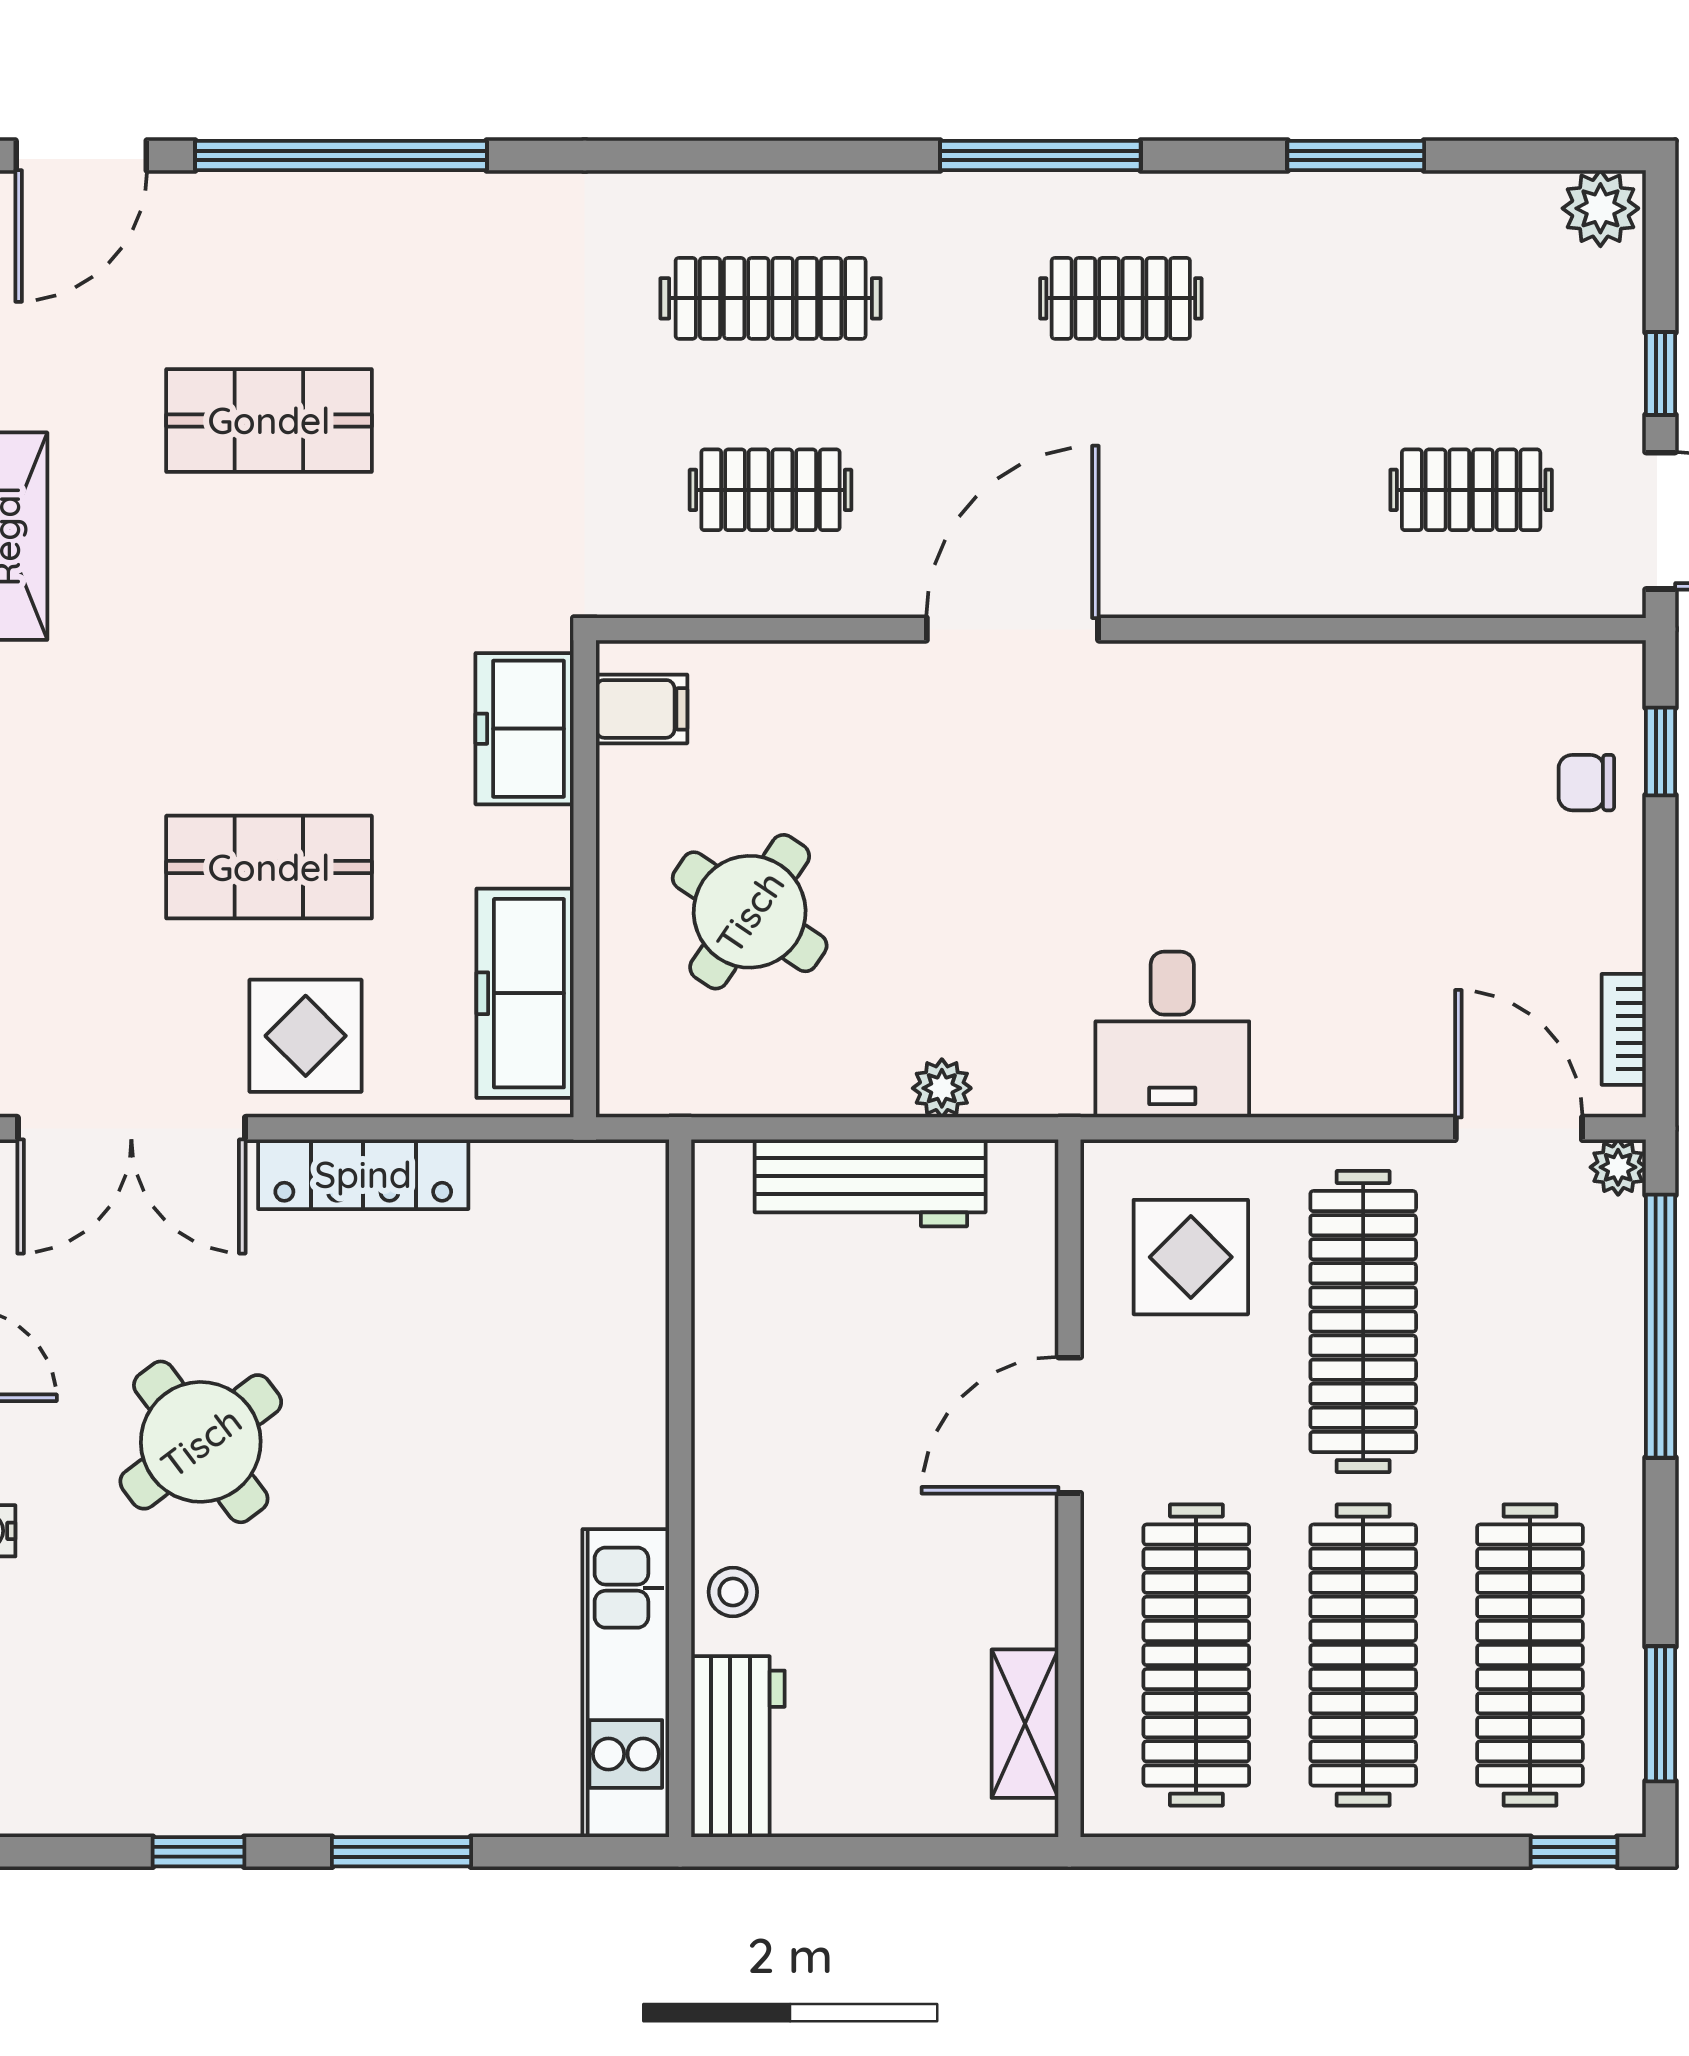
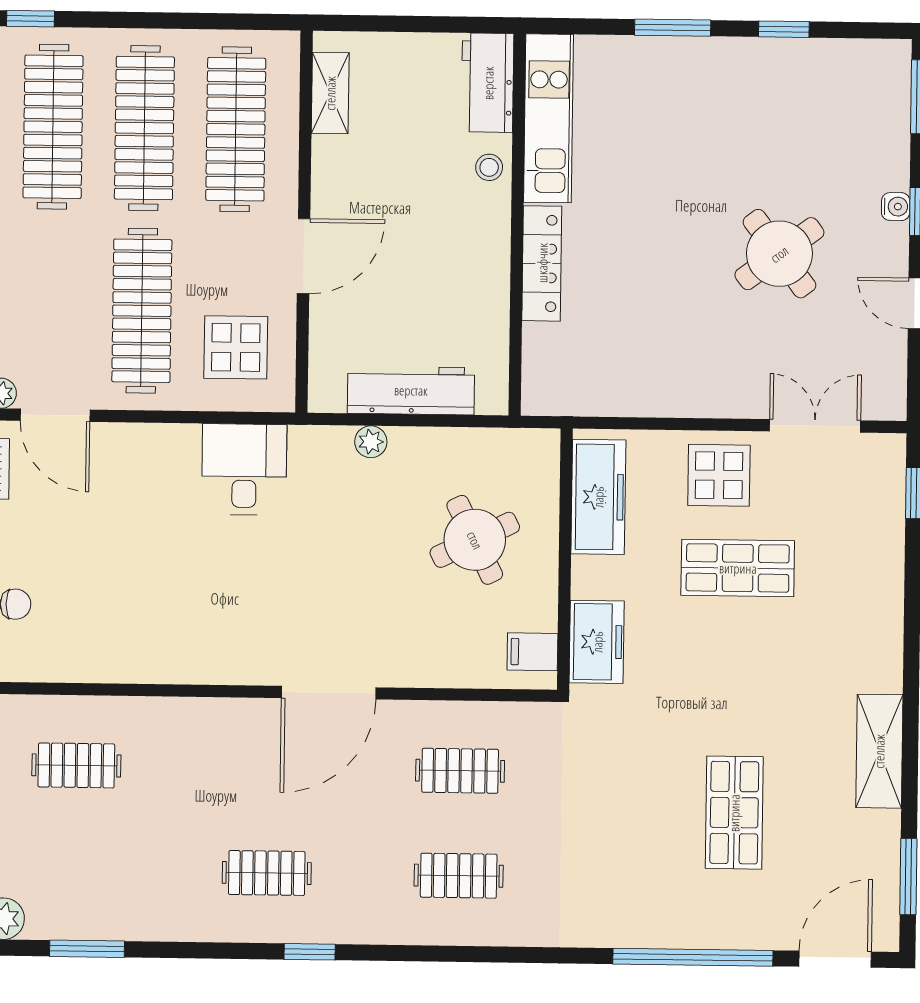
window: (1040, 155) -> (310, 952), width x0.46
window: (1356, 155) -> (87, 949), moved
clothes rail: (771, 298) -> (459, 876), width x0.73
shop shelf: (269, 420) -> (734, 813), turned 90
round table: (750, 912) -> (475, 540), turned 30
double door: (131, 1128) -> (815, 426), width x0.73
locker: (363, 1174) -> (542, 263), moved, turned 90

